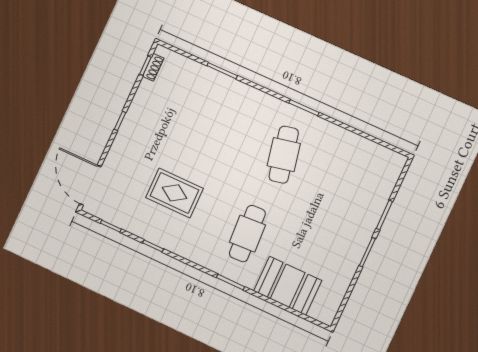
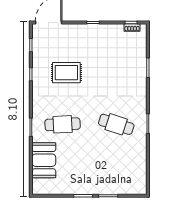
cafe table: (284, 155) -> (116, 124), turned 30
rug: (174, 193) -> (66, 73), turned 90

